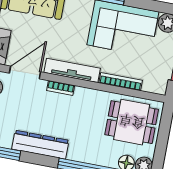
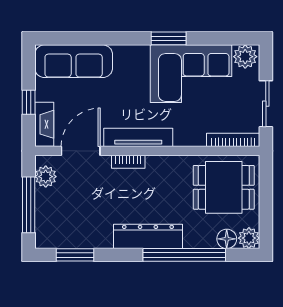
bookcase: (121, 82) -> (233, 140), moved
dresser: (40, 145) -> (148, 236), moved

